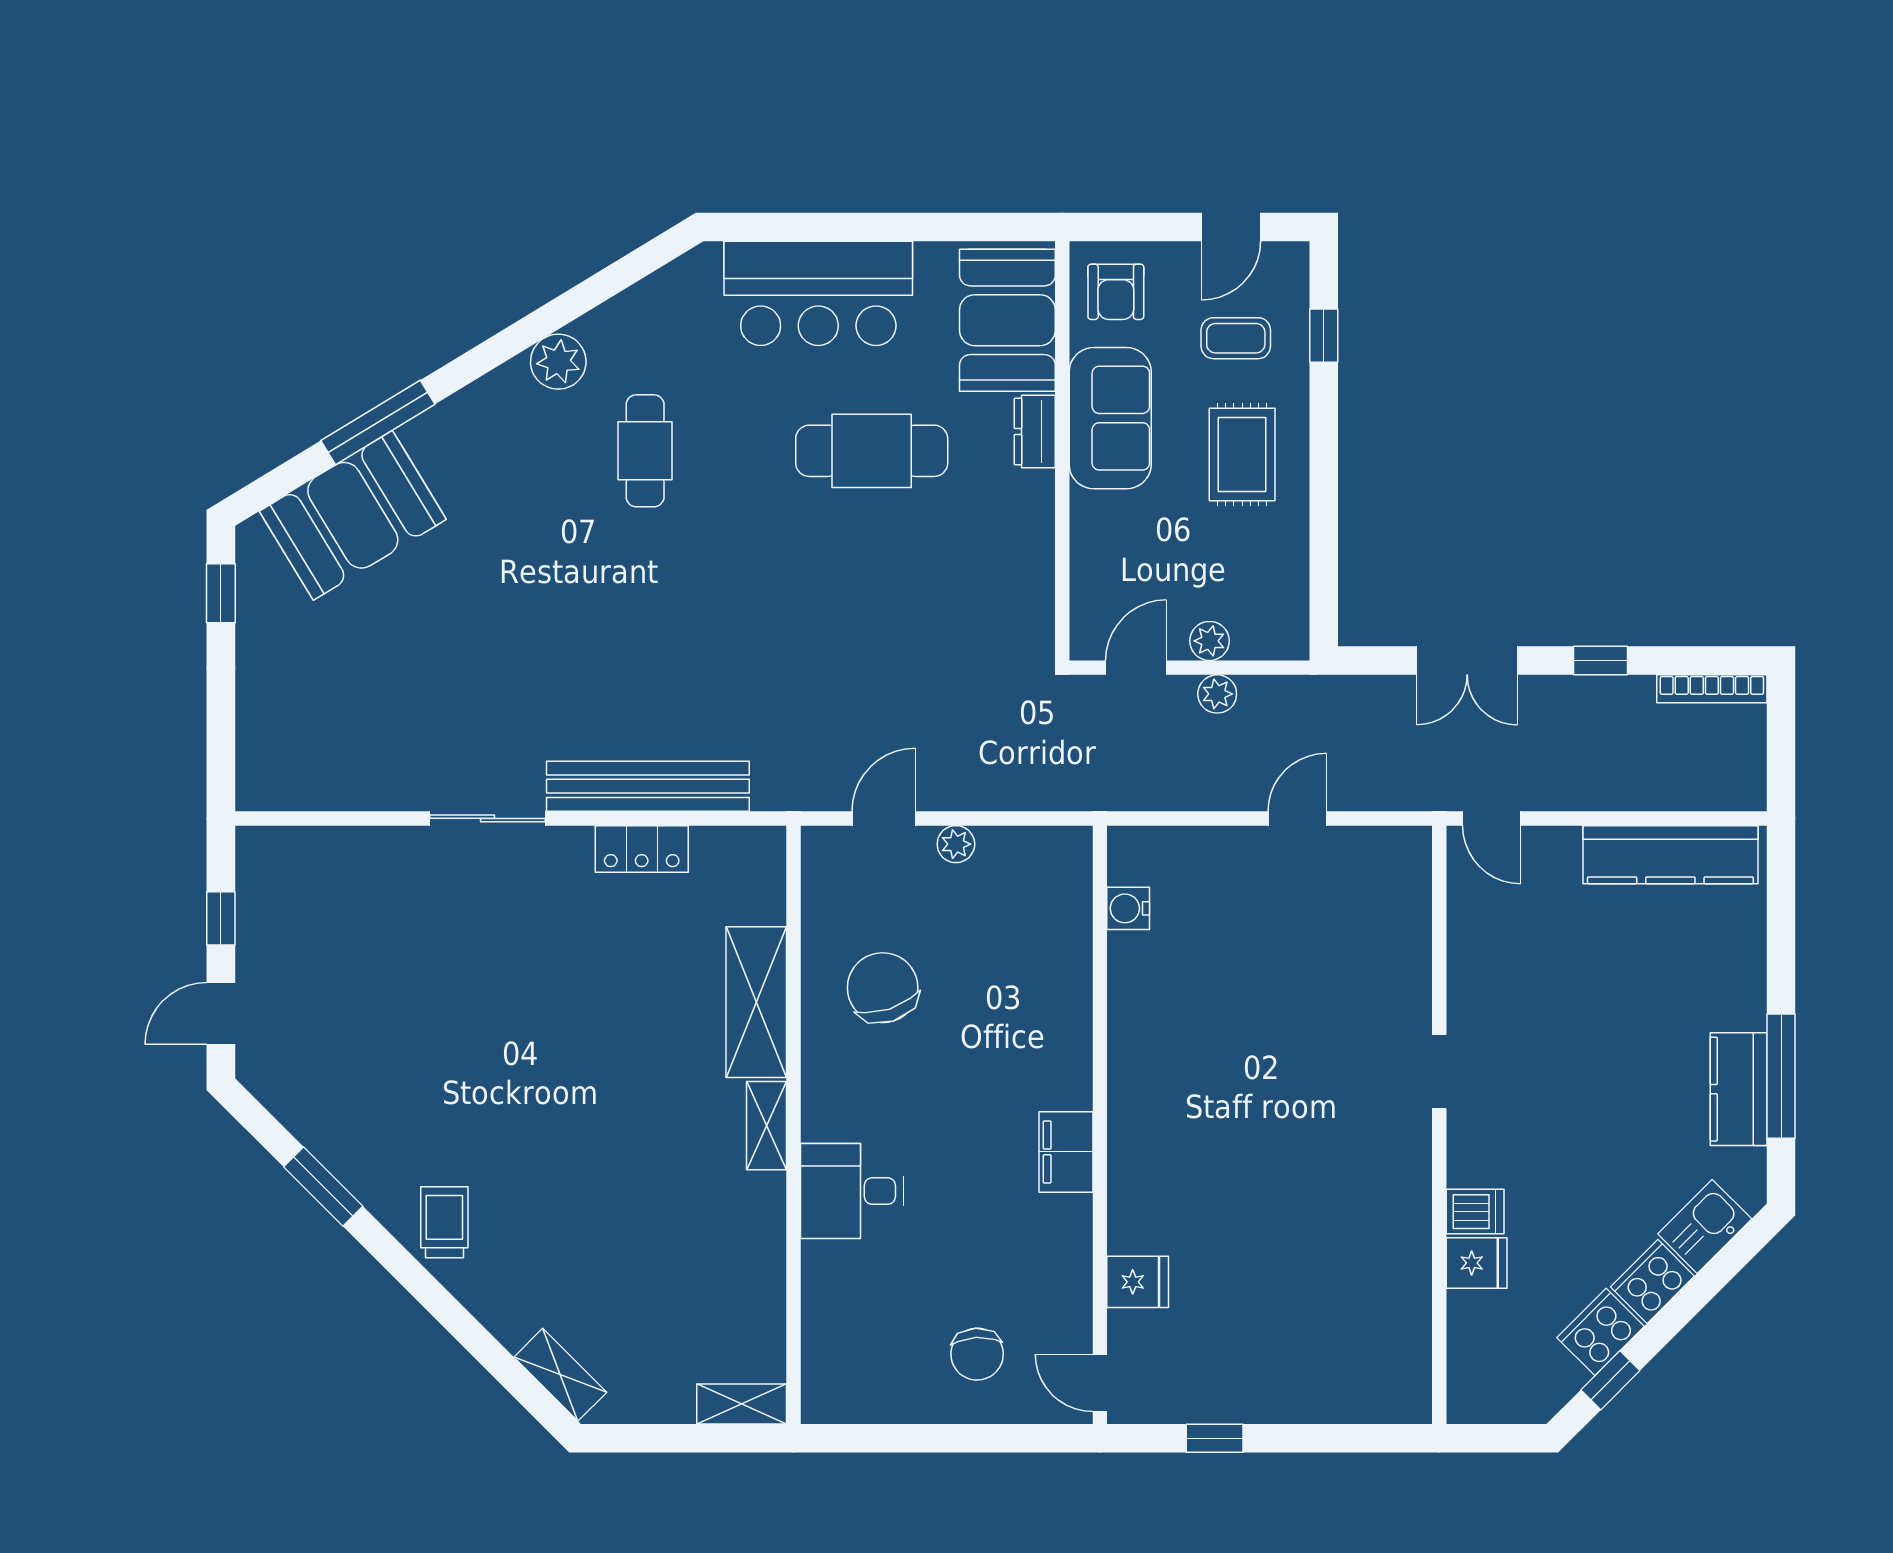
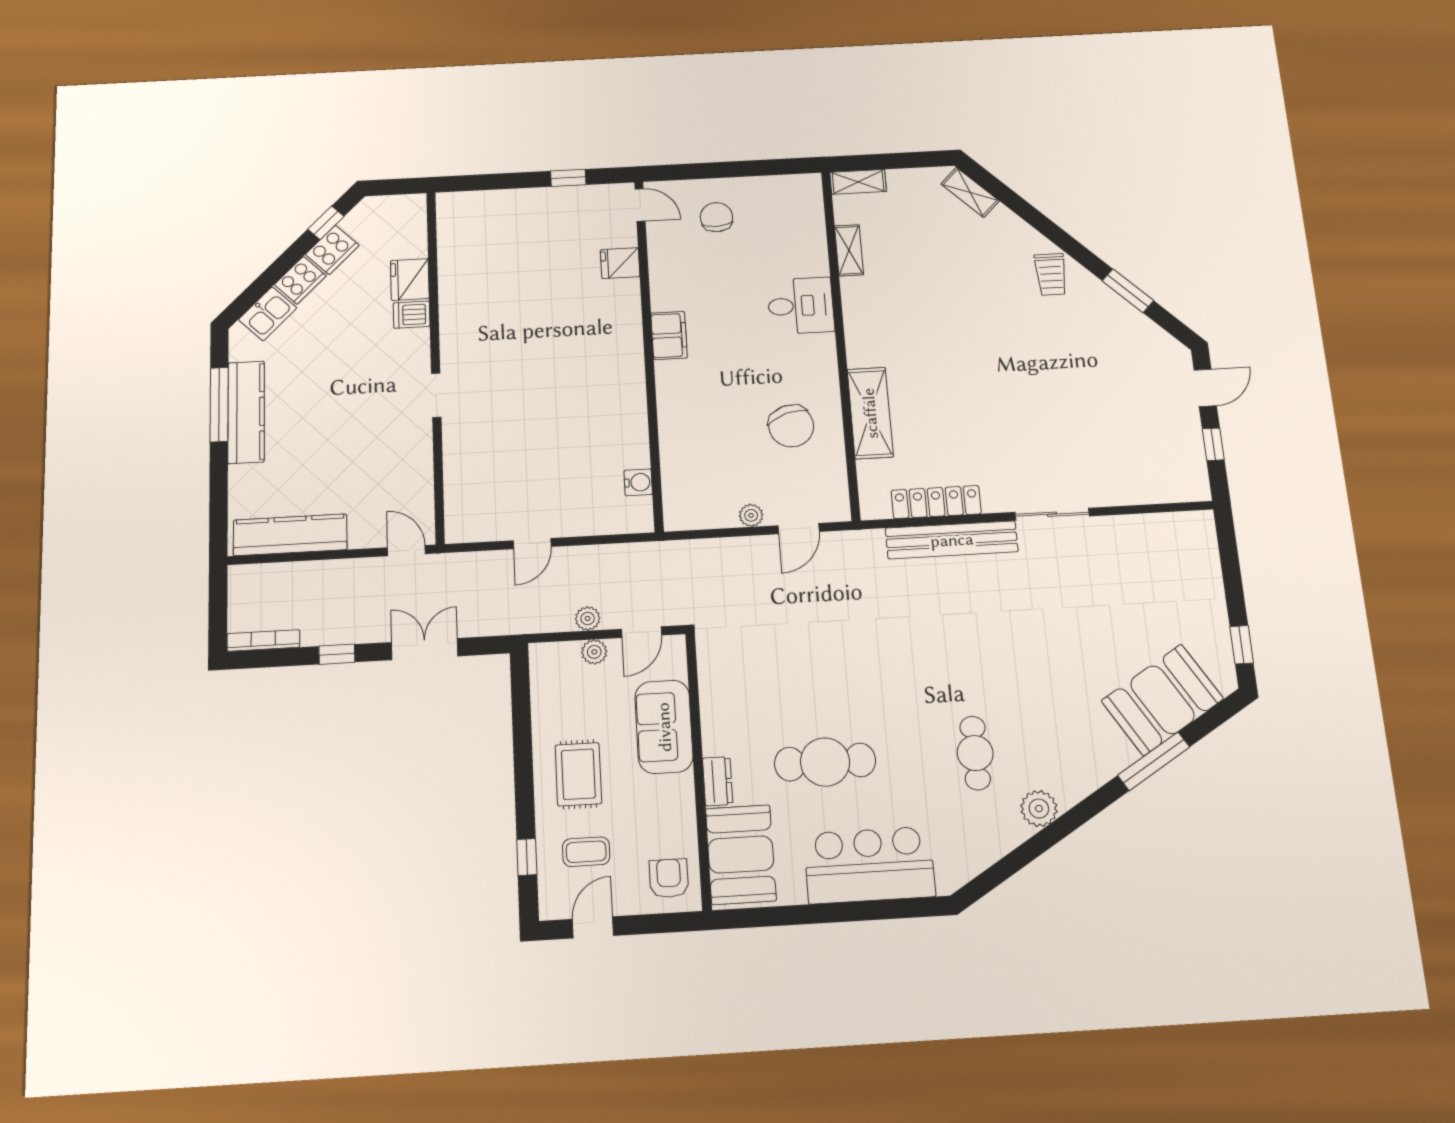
sofa: (1110, 418) -> (664, 727), moved
locker: (642, 849) -> (936, 502), width x1.53
kitchen counter: (1739, 1089) -> (246, 412), width x1.50
shelving: (767, 1126) -> (849, 250), moved
fridge: (1477, 1263) -> (410, 280), width x1.38

